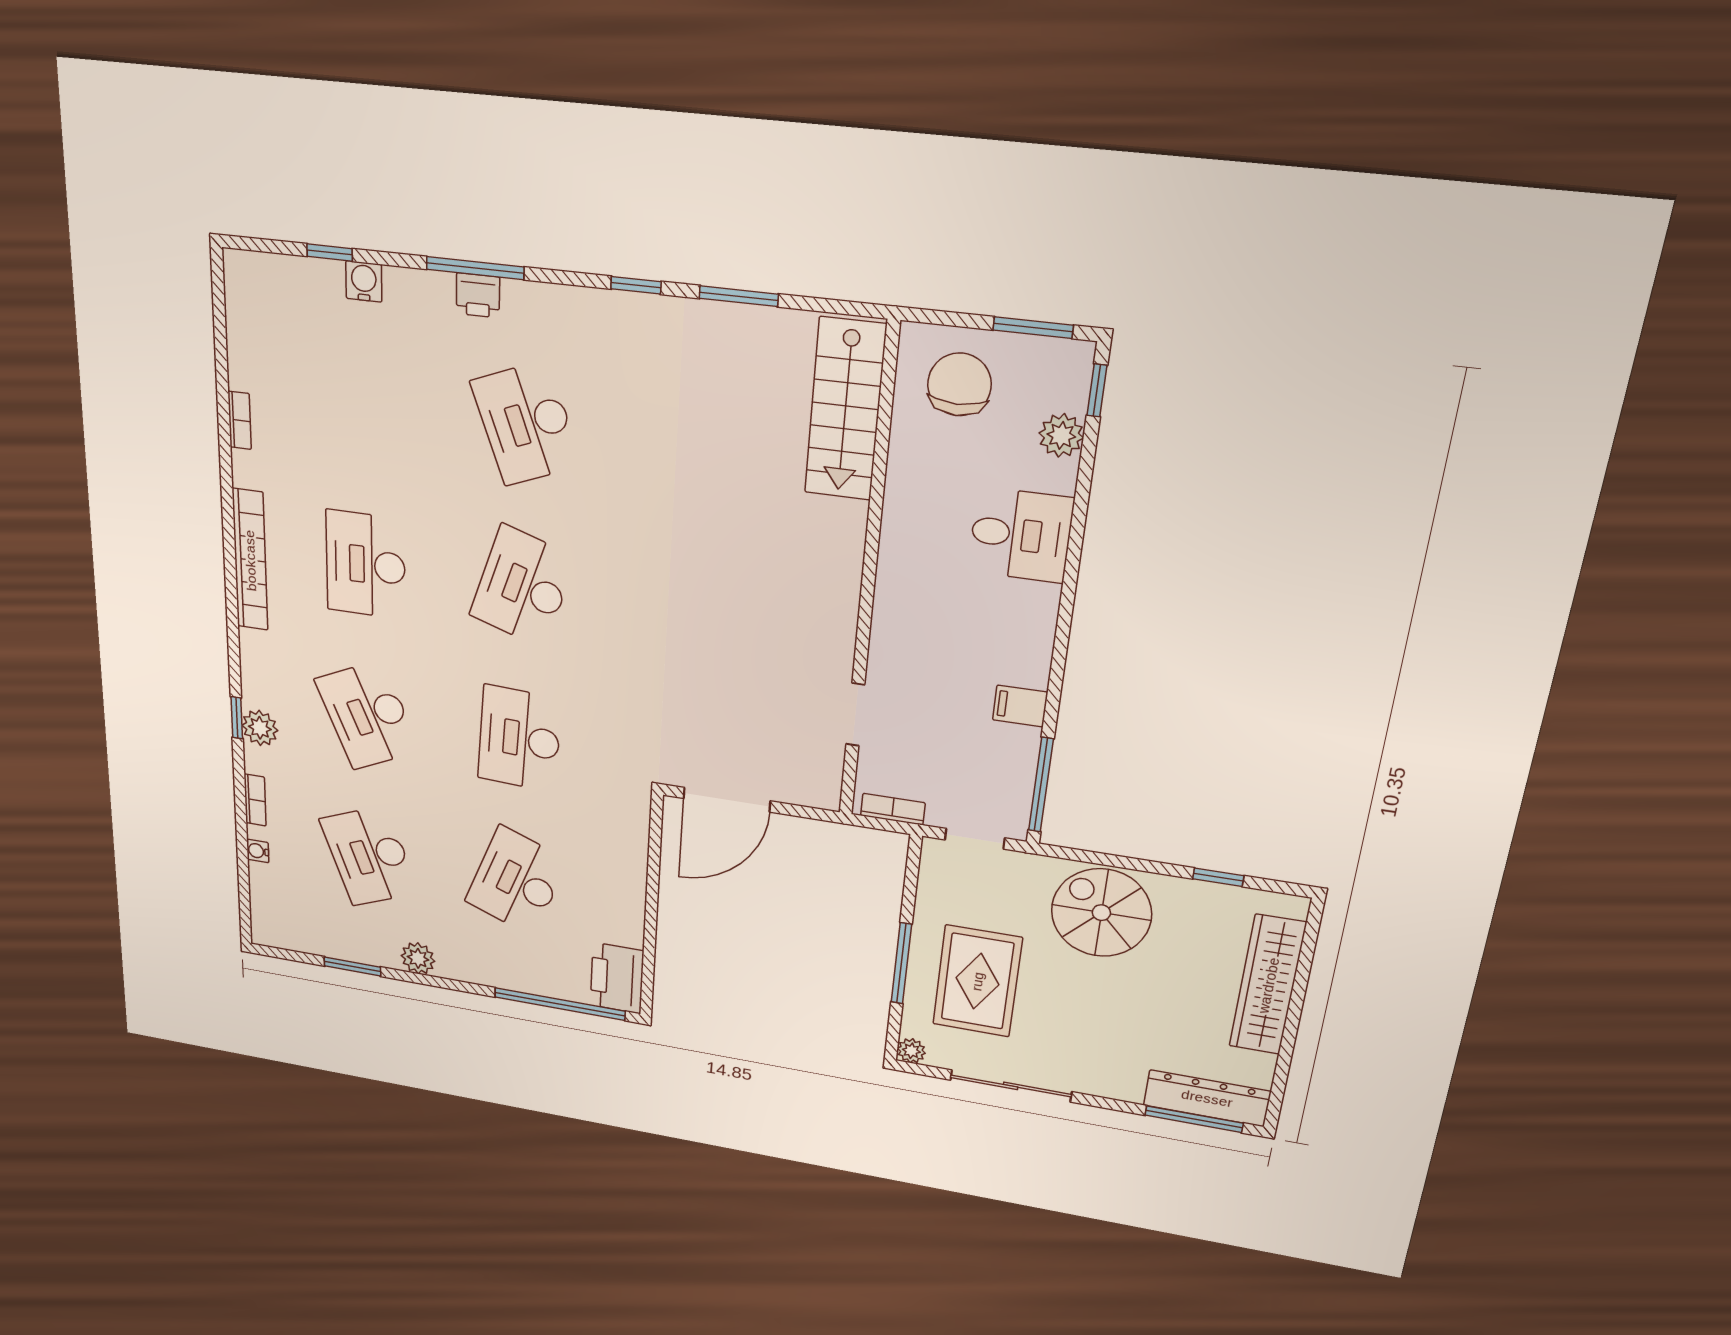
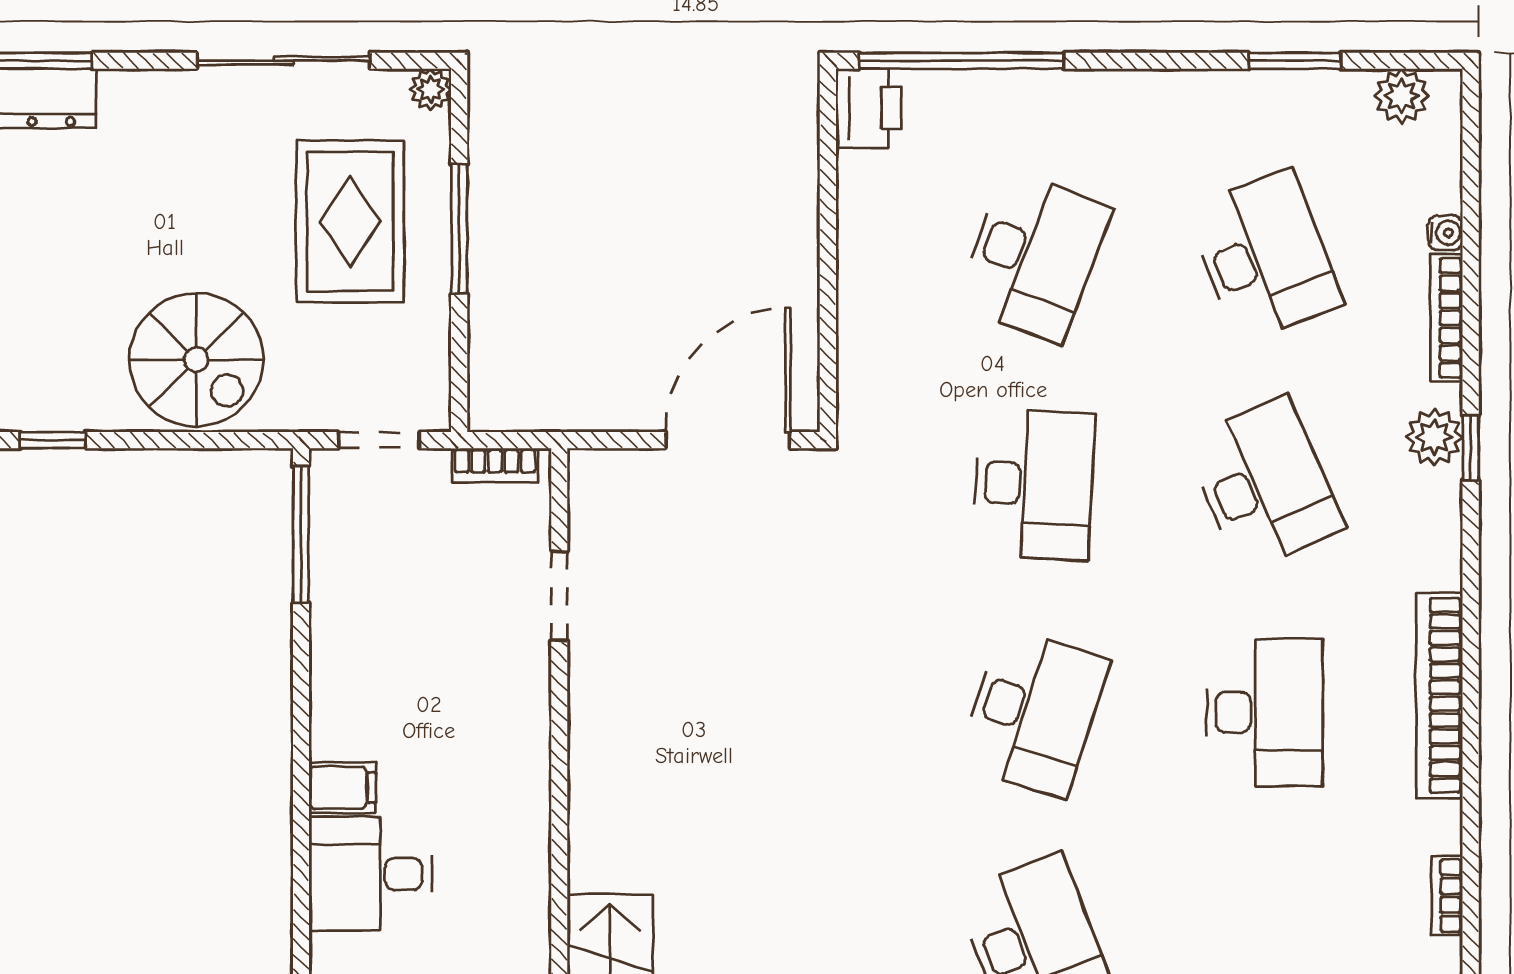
filing cabinet: (1020, 706) -> (342, 788), moved
bookcase: (255, 800) -> (1446, 318), width x1.56
plant: (418, 958) -> (1402, 96), moved
printer: (617, 978) -> (868, 108), width x0.73, depth x0.84

